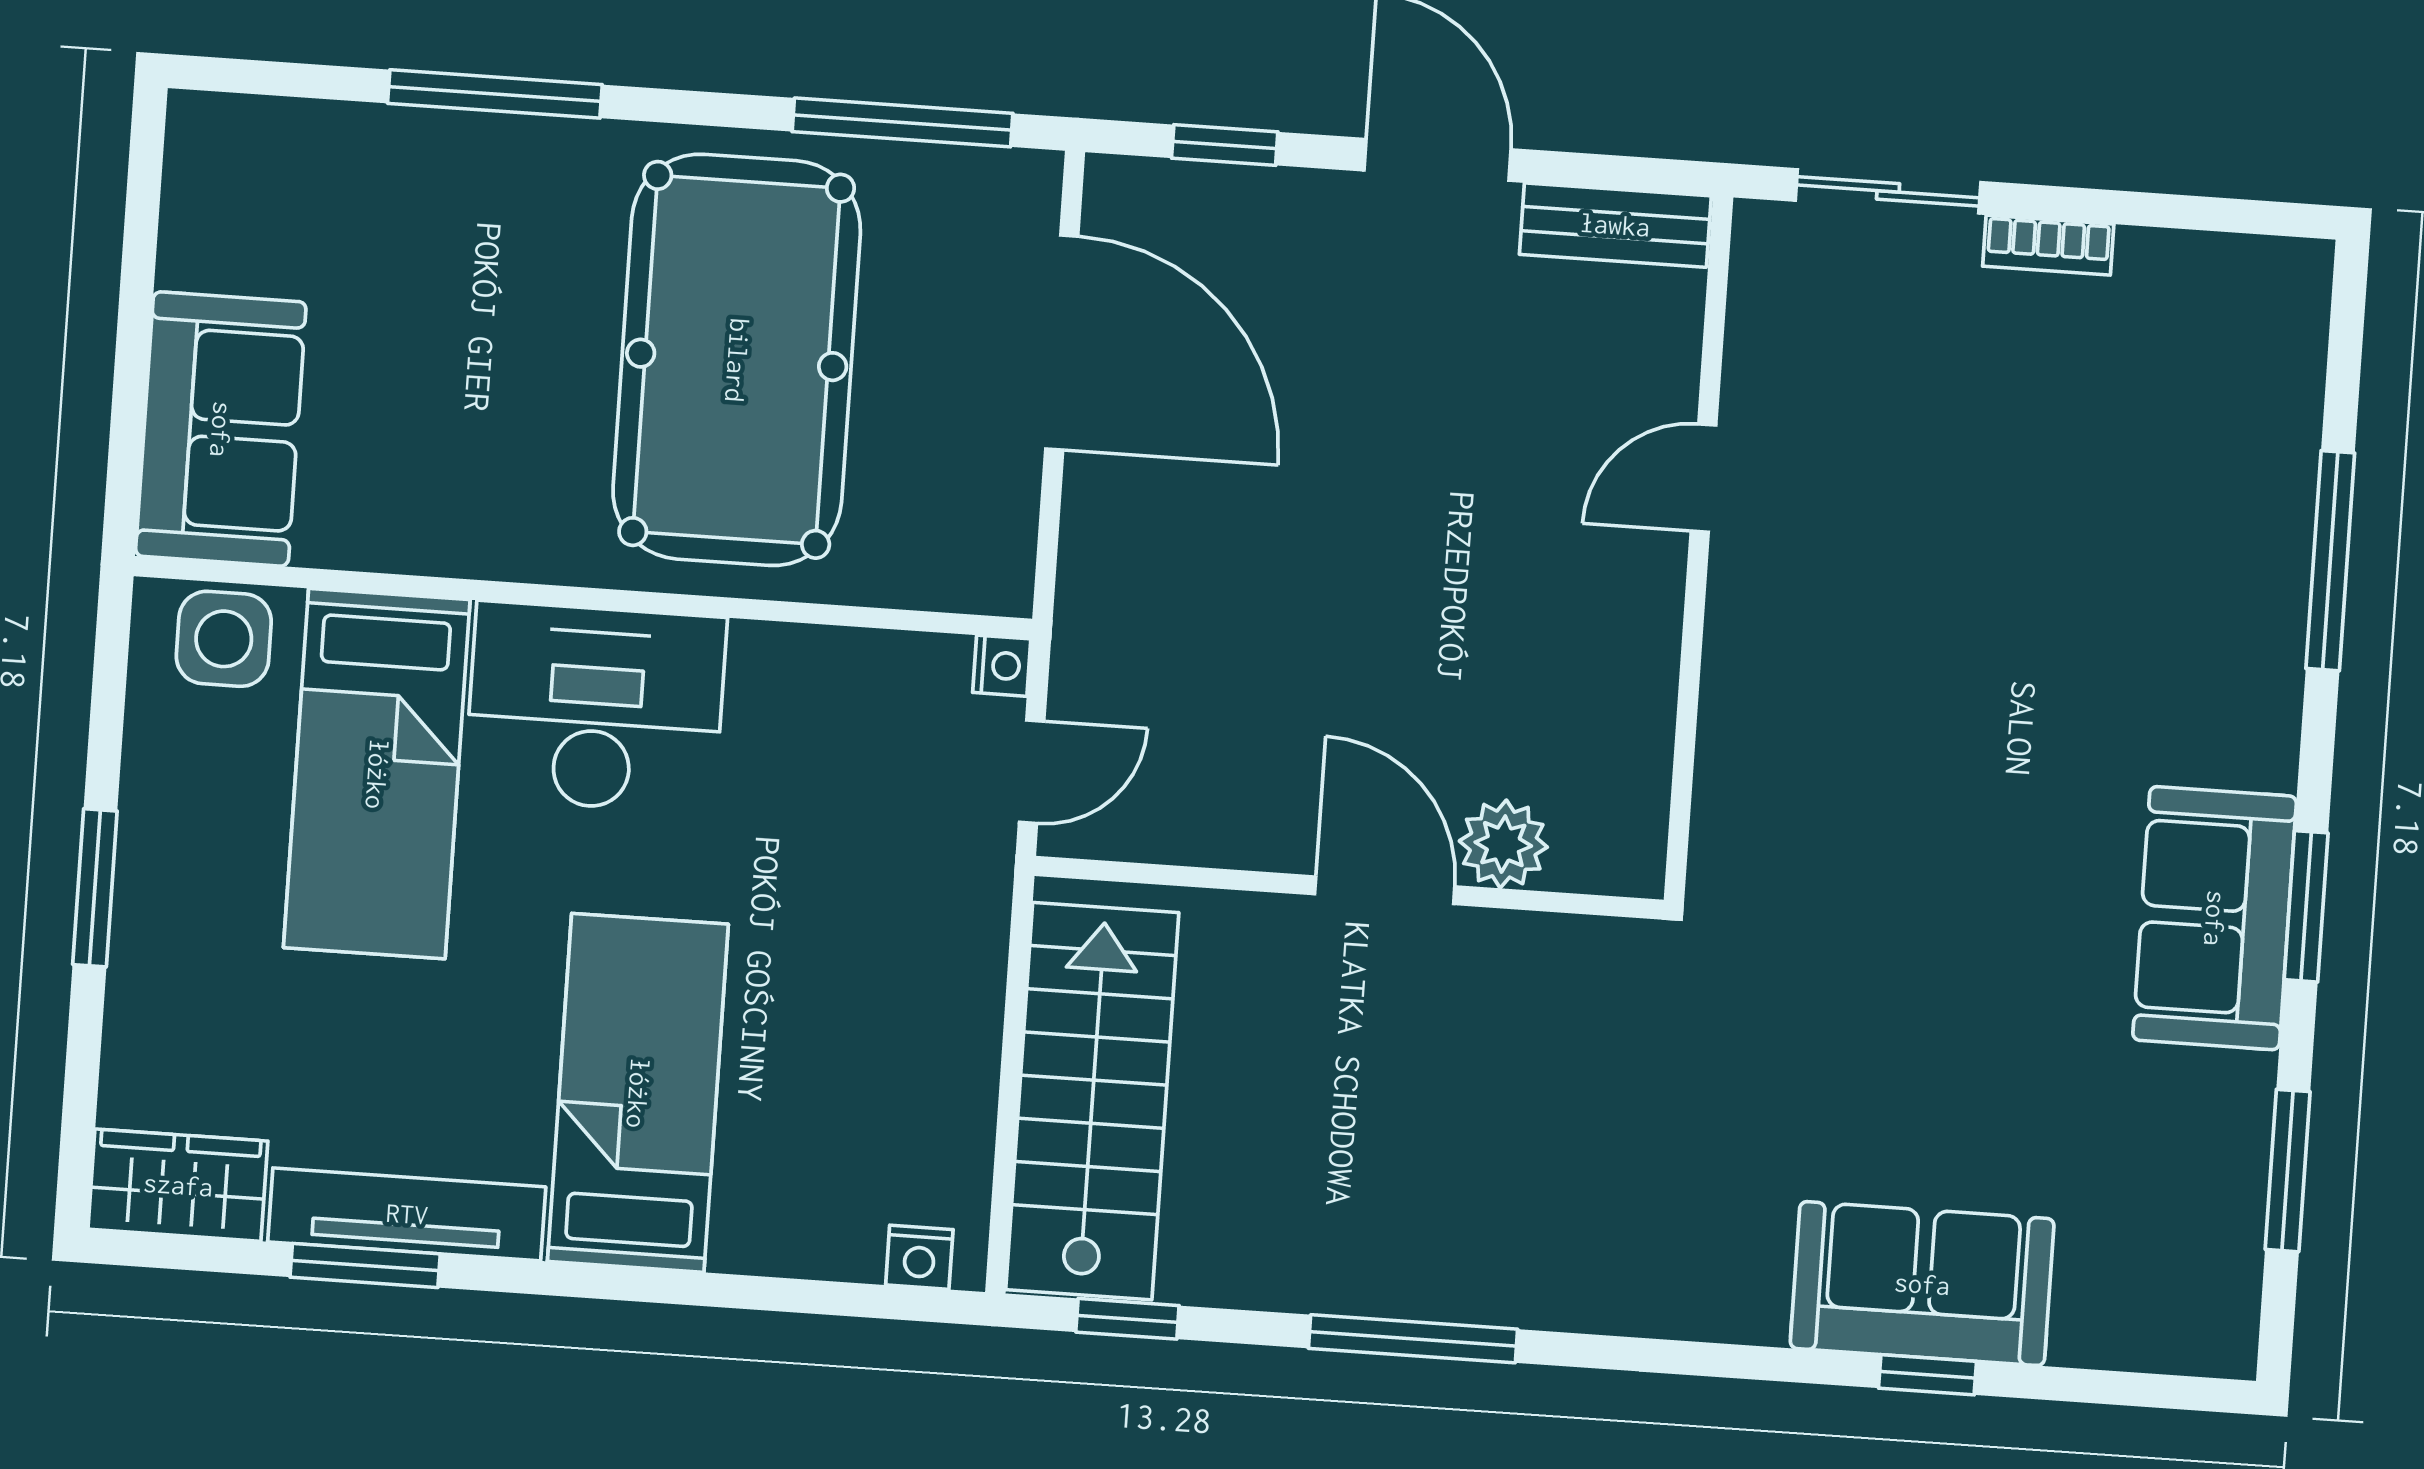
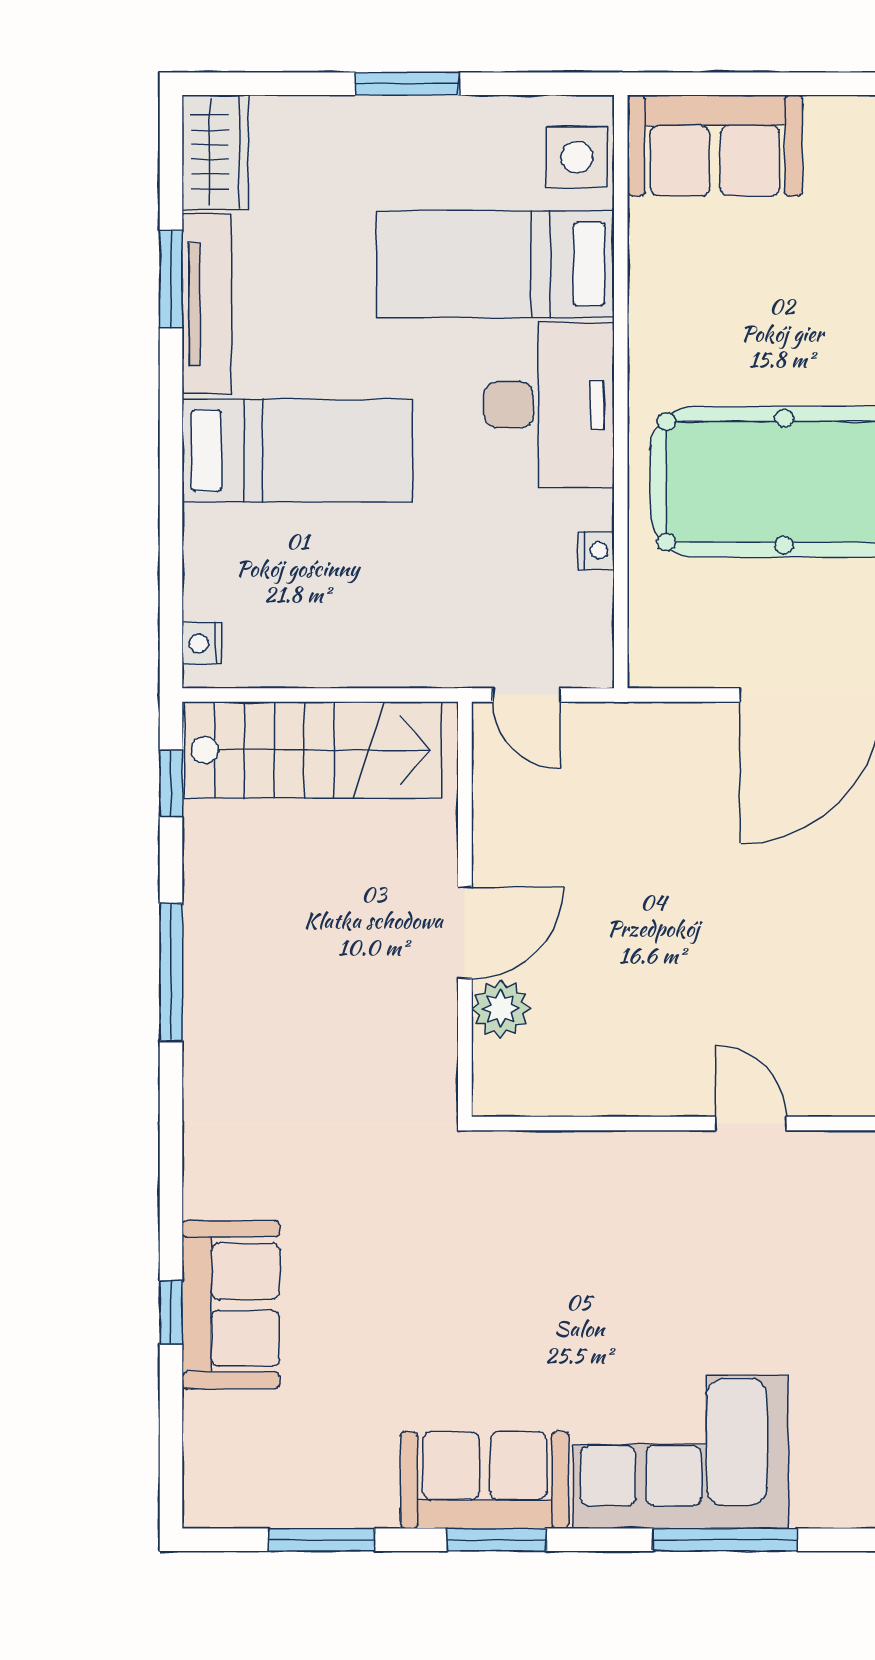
corner sofa: (2192, 619) -> (681, 1452), added
nightstand: (1002, 666) -> (596, 550), moved, turned -90

